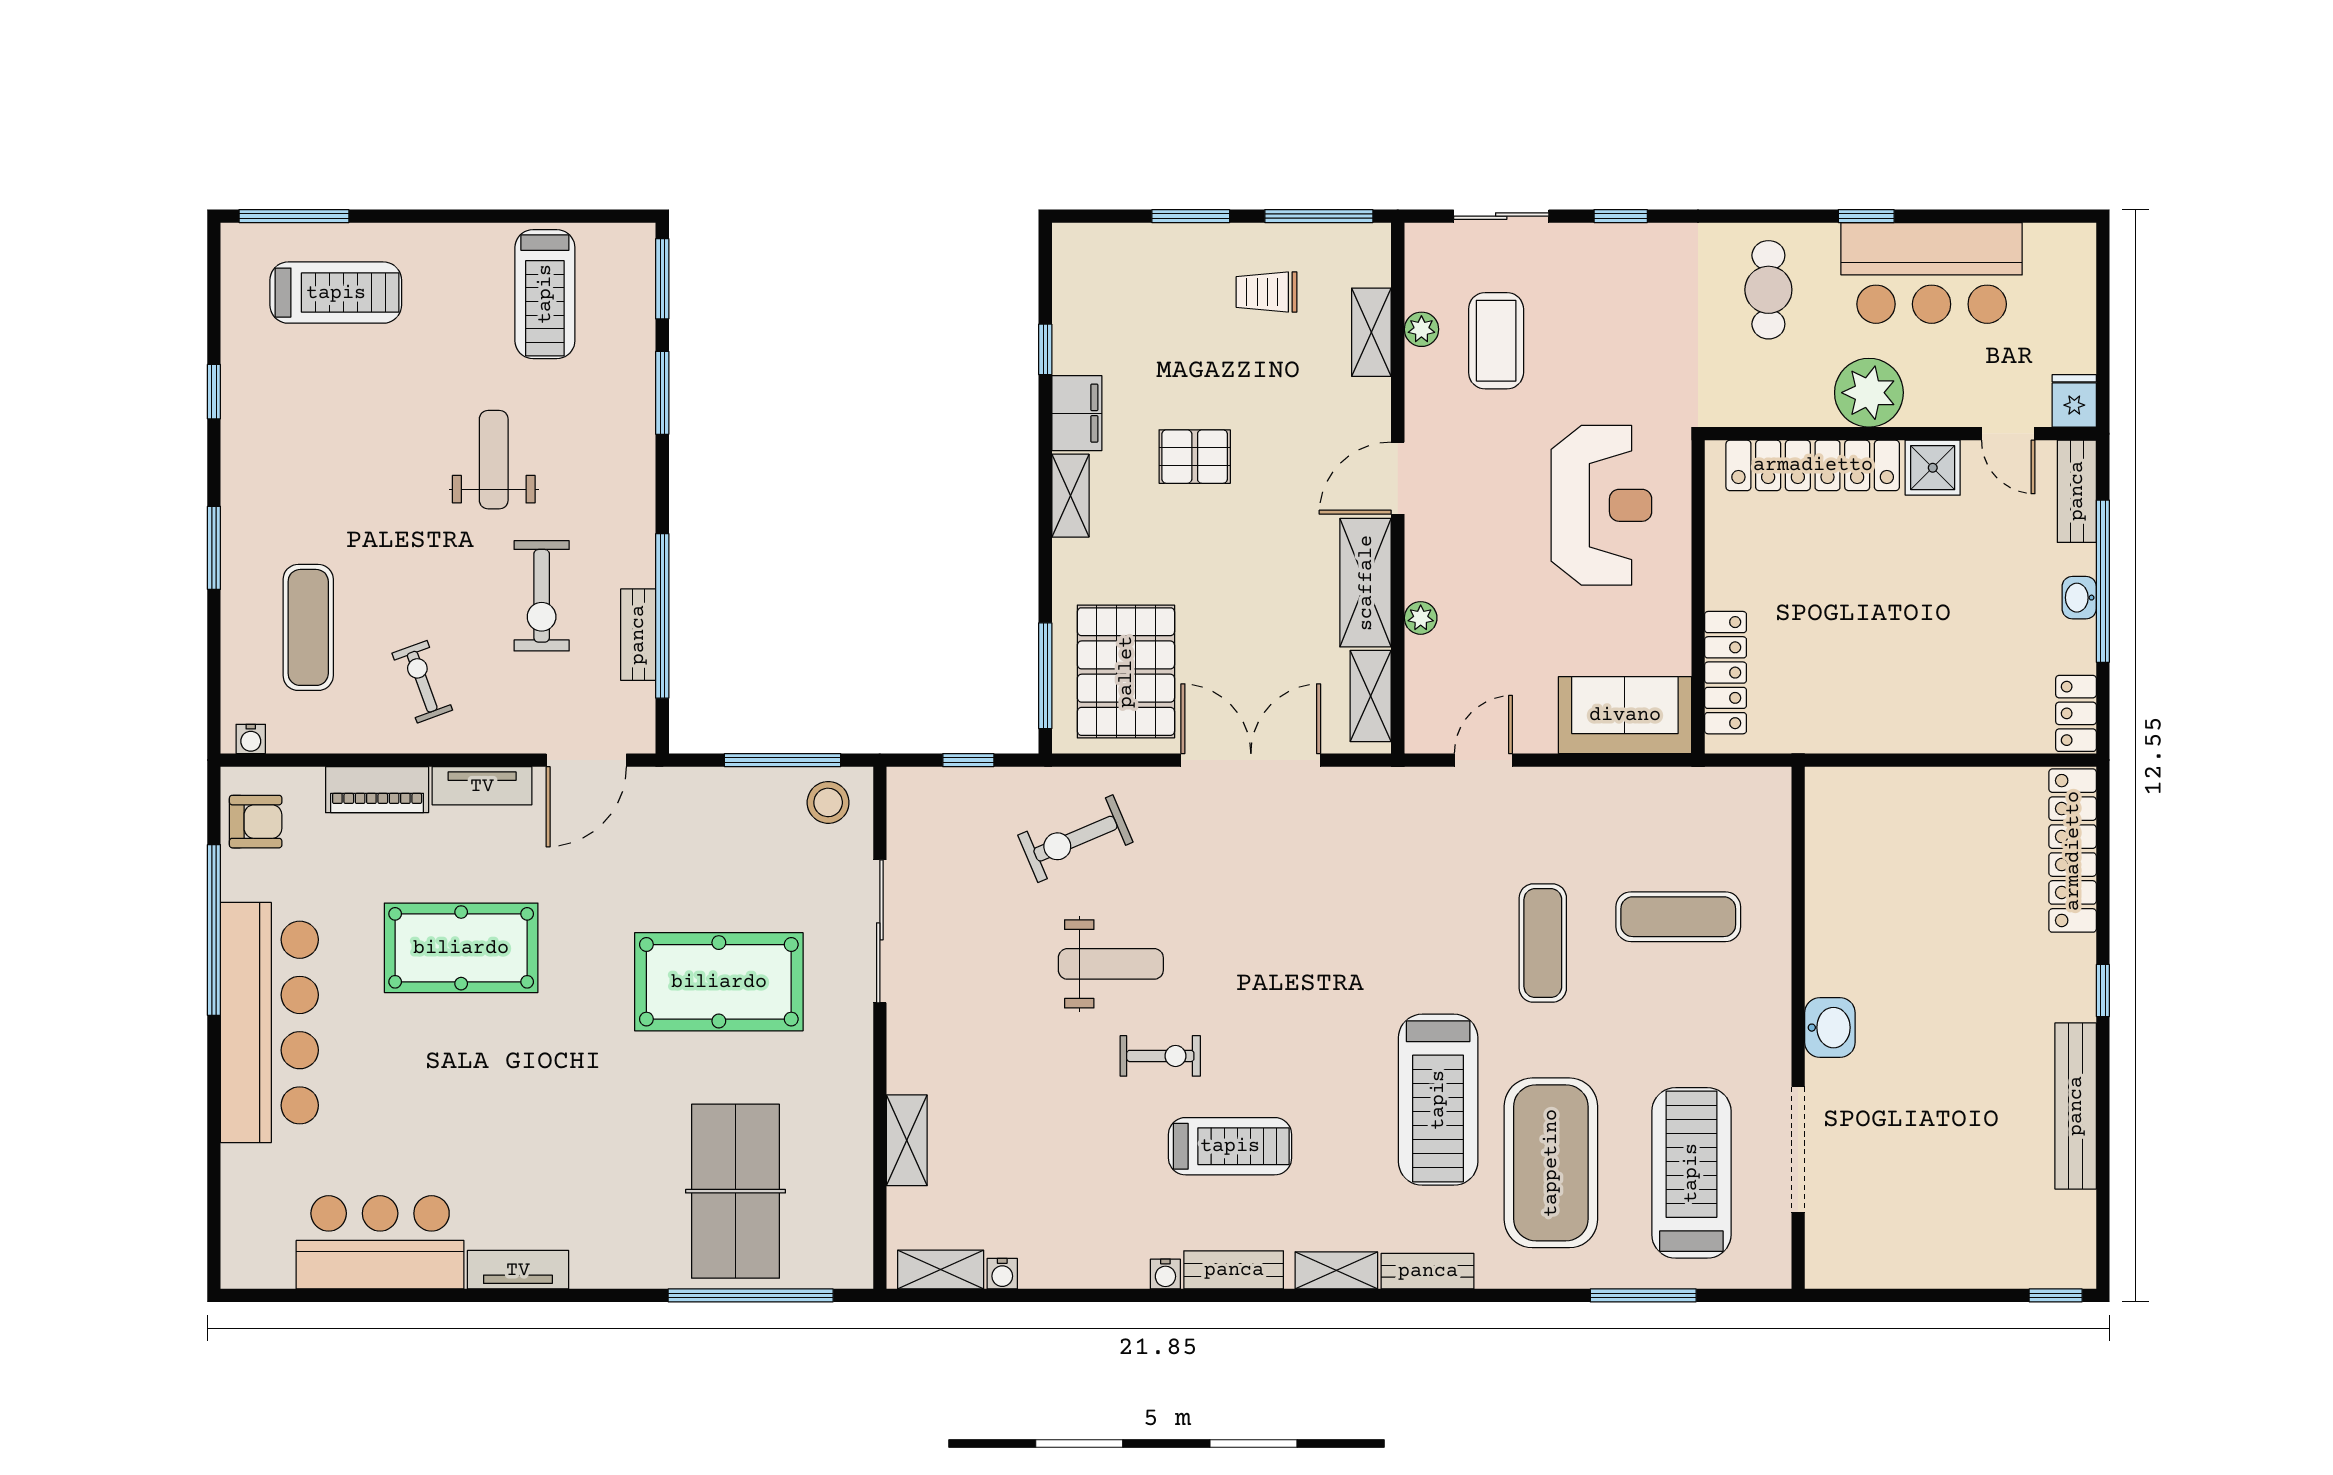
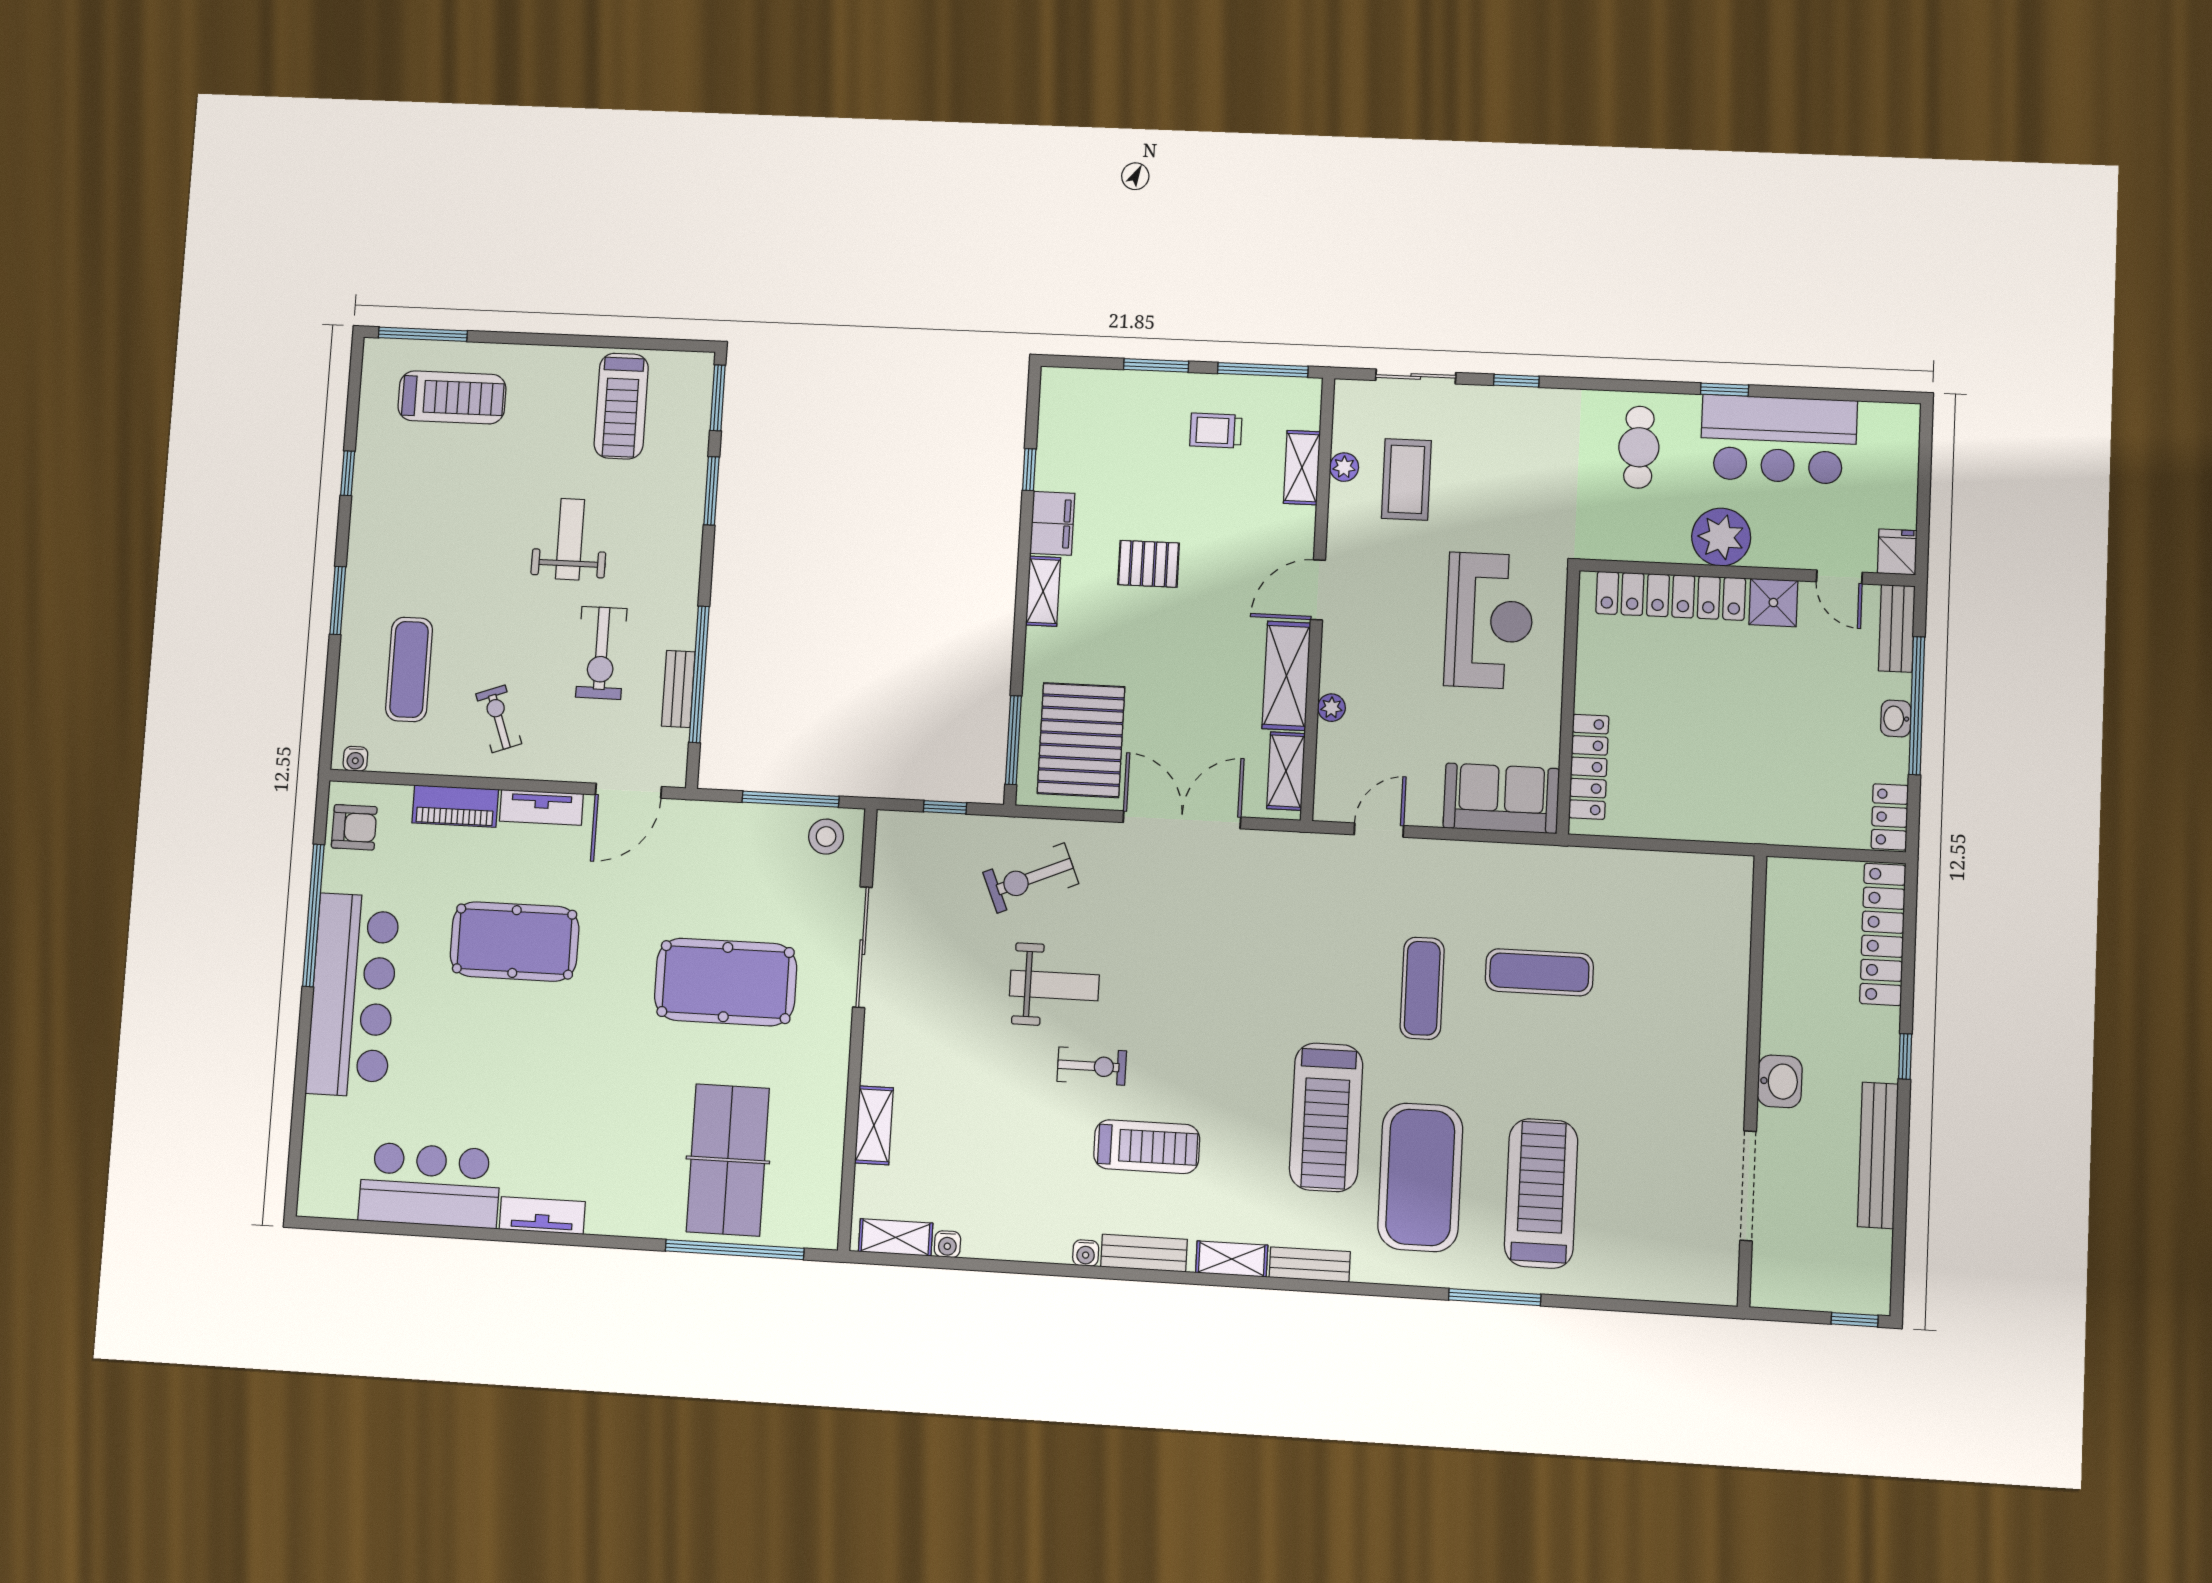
wall: (1798, 1028) -> (1752, 1080), moved
washbasin: (1830, 1028) -> (1780, 1081), moved
doorway: (1798, 1150) -> (1748, 1186), moved

